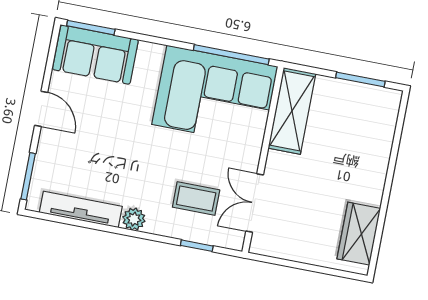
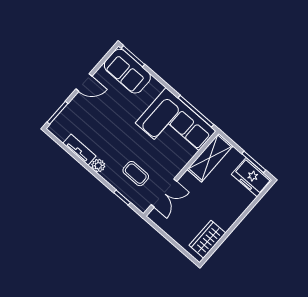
freezer: (371, 104) -> (252, 177), added
door: (41, 109) -> (84, 83), hinge flipped
double door: (255, 203) -> (164, 193), swing flipped
tv unit: (81, 209) -> (79, 150), width x0.71

